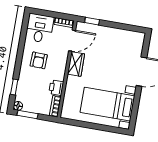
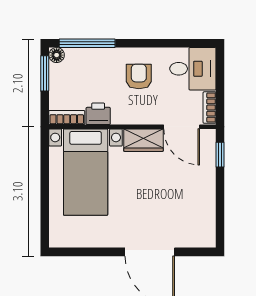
armchair: (39, 60) -> (139, 77), turned 88
window: (14, 87) -> (87, 43), width x2.17
bed with nightstands: (107, 104) -> (86, 172), moved, turned 180

